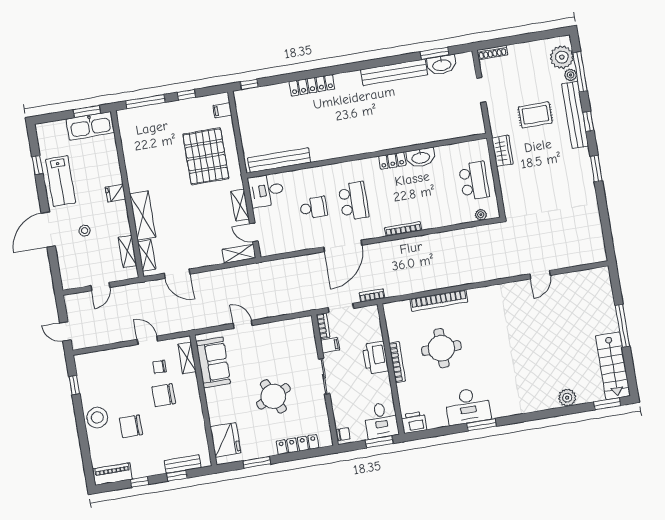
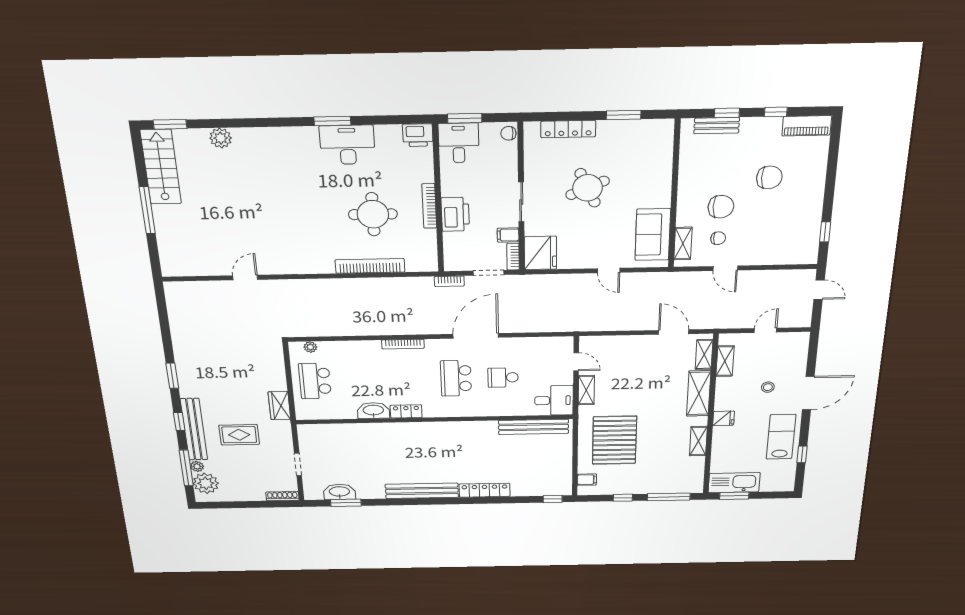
bench: (394, 72) -> (422, 491), moved
shelving: (239, 254) -> (698, 441), moved, turned 90
stool: (97, 418) -> (808, 193), removed
fridge: (225, 440) -> (540, 253), moved, turned 180

